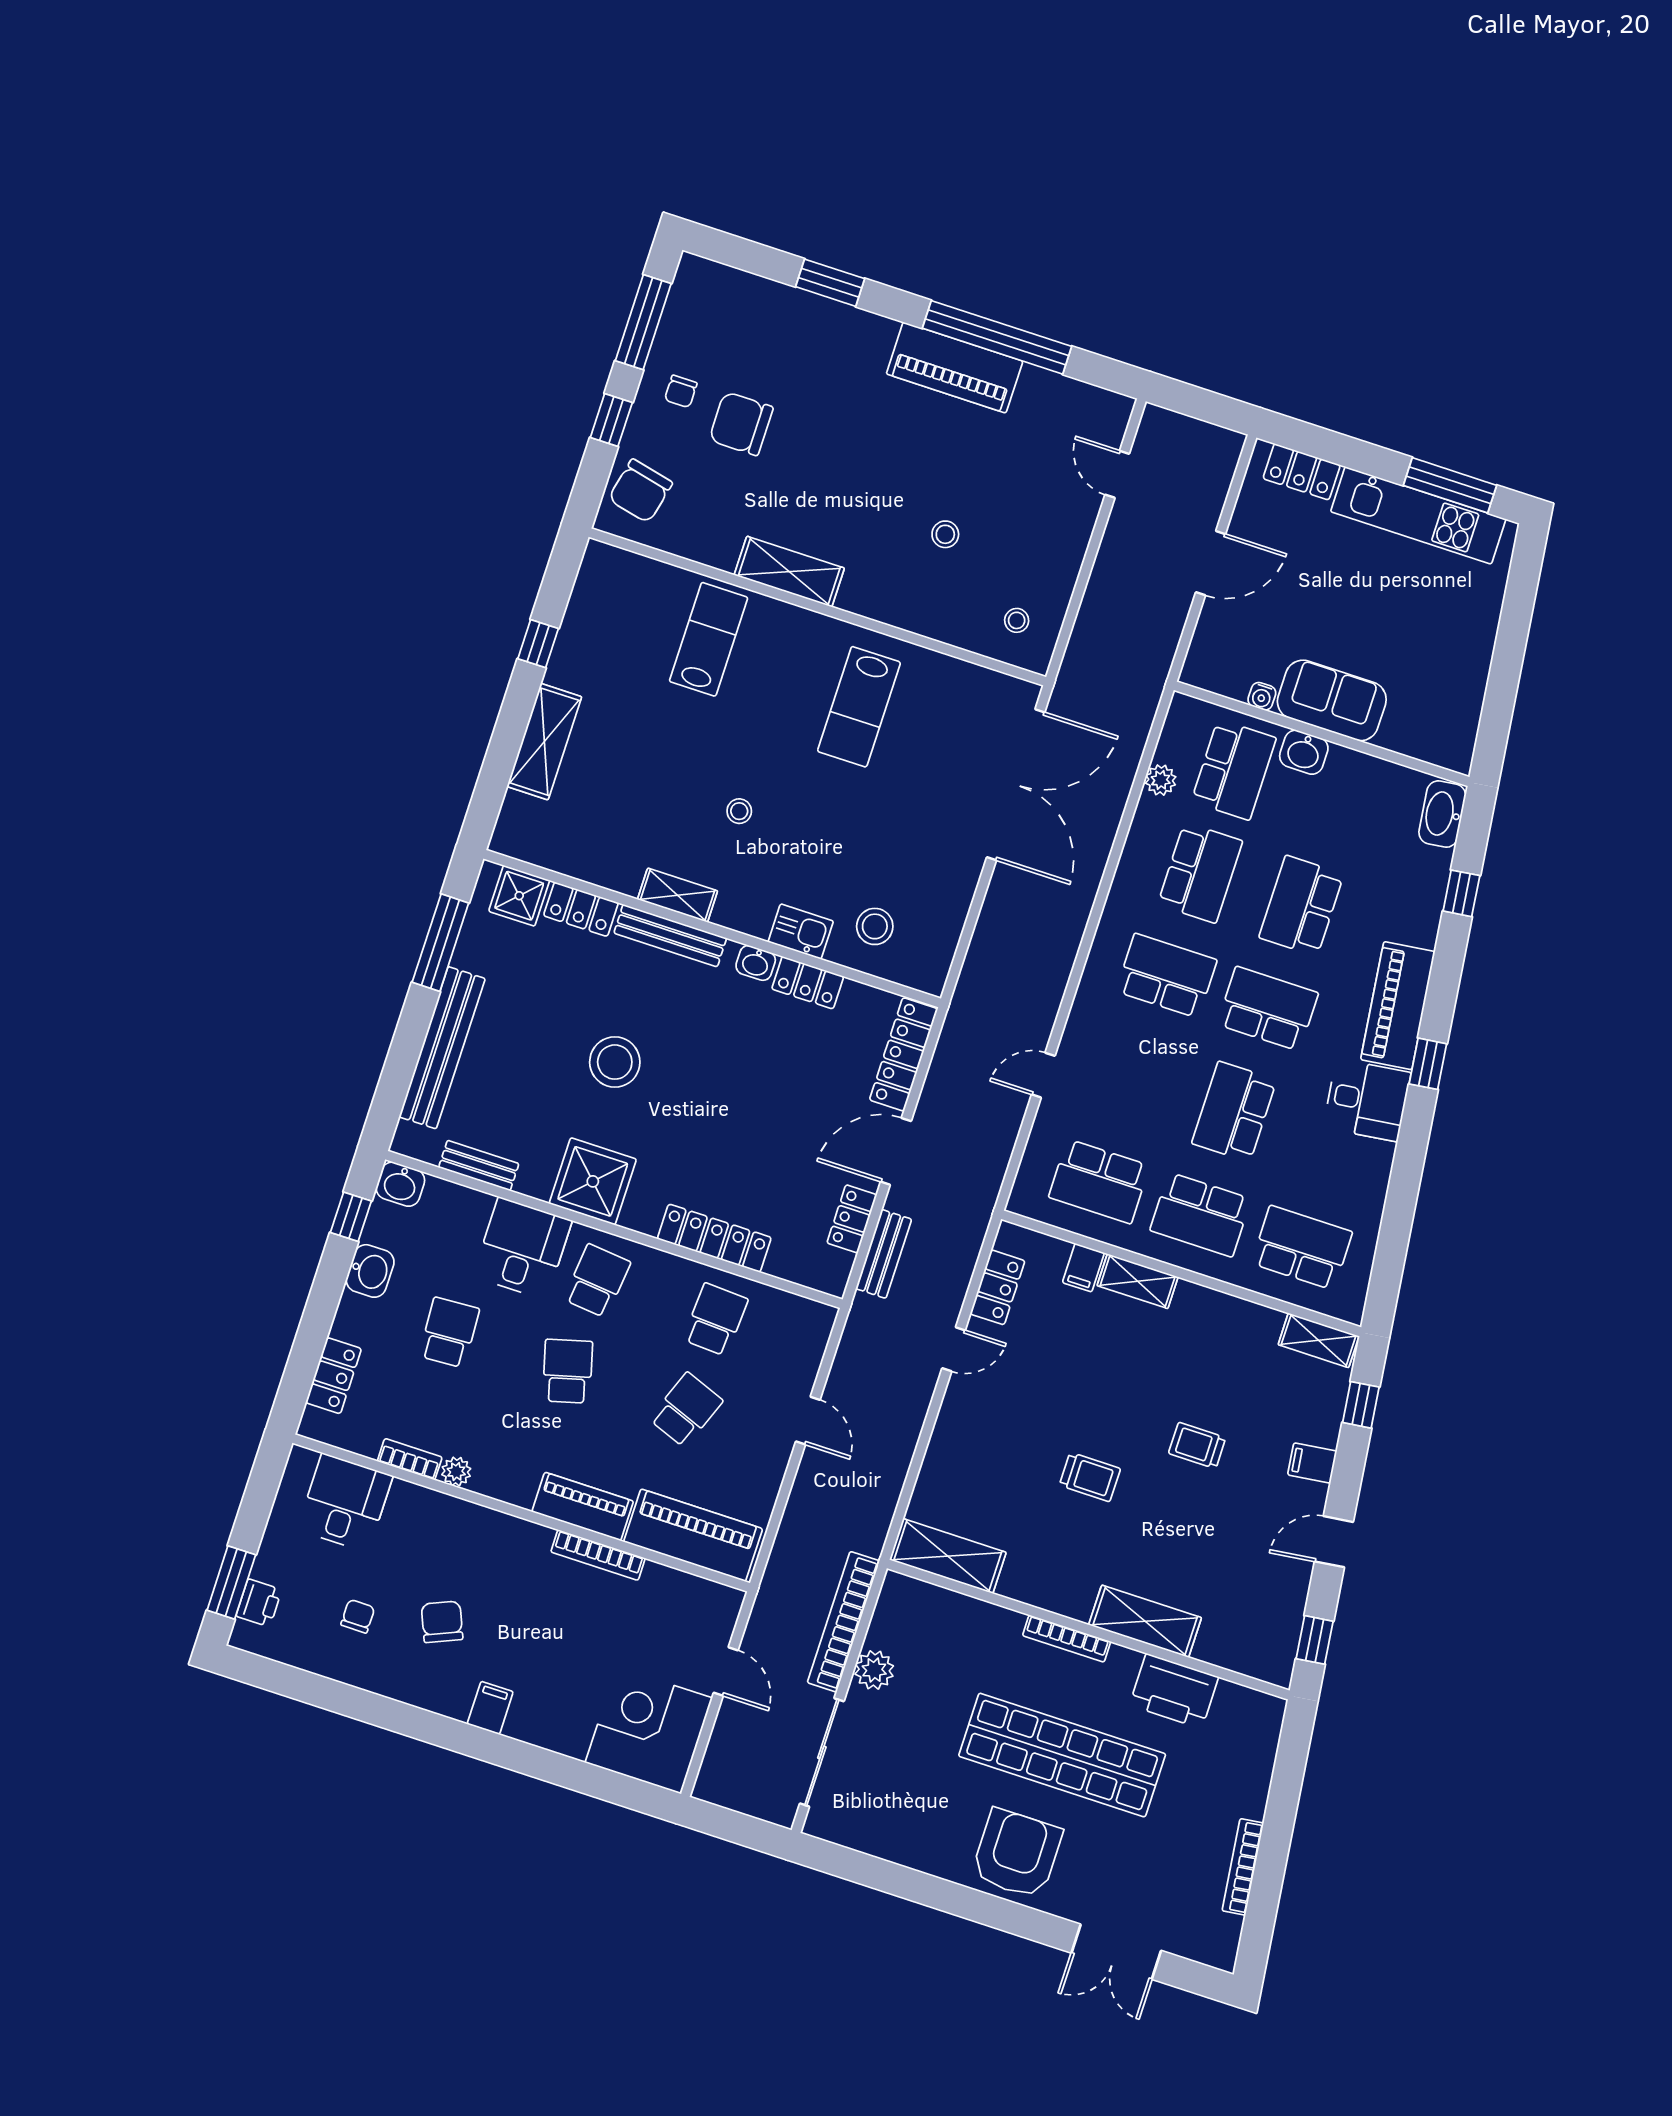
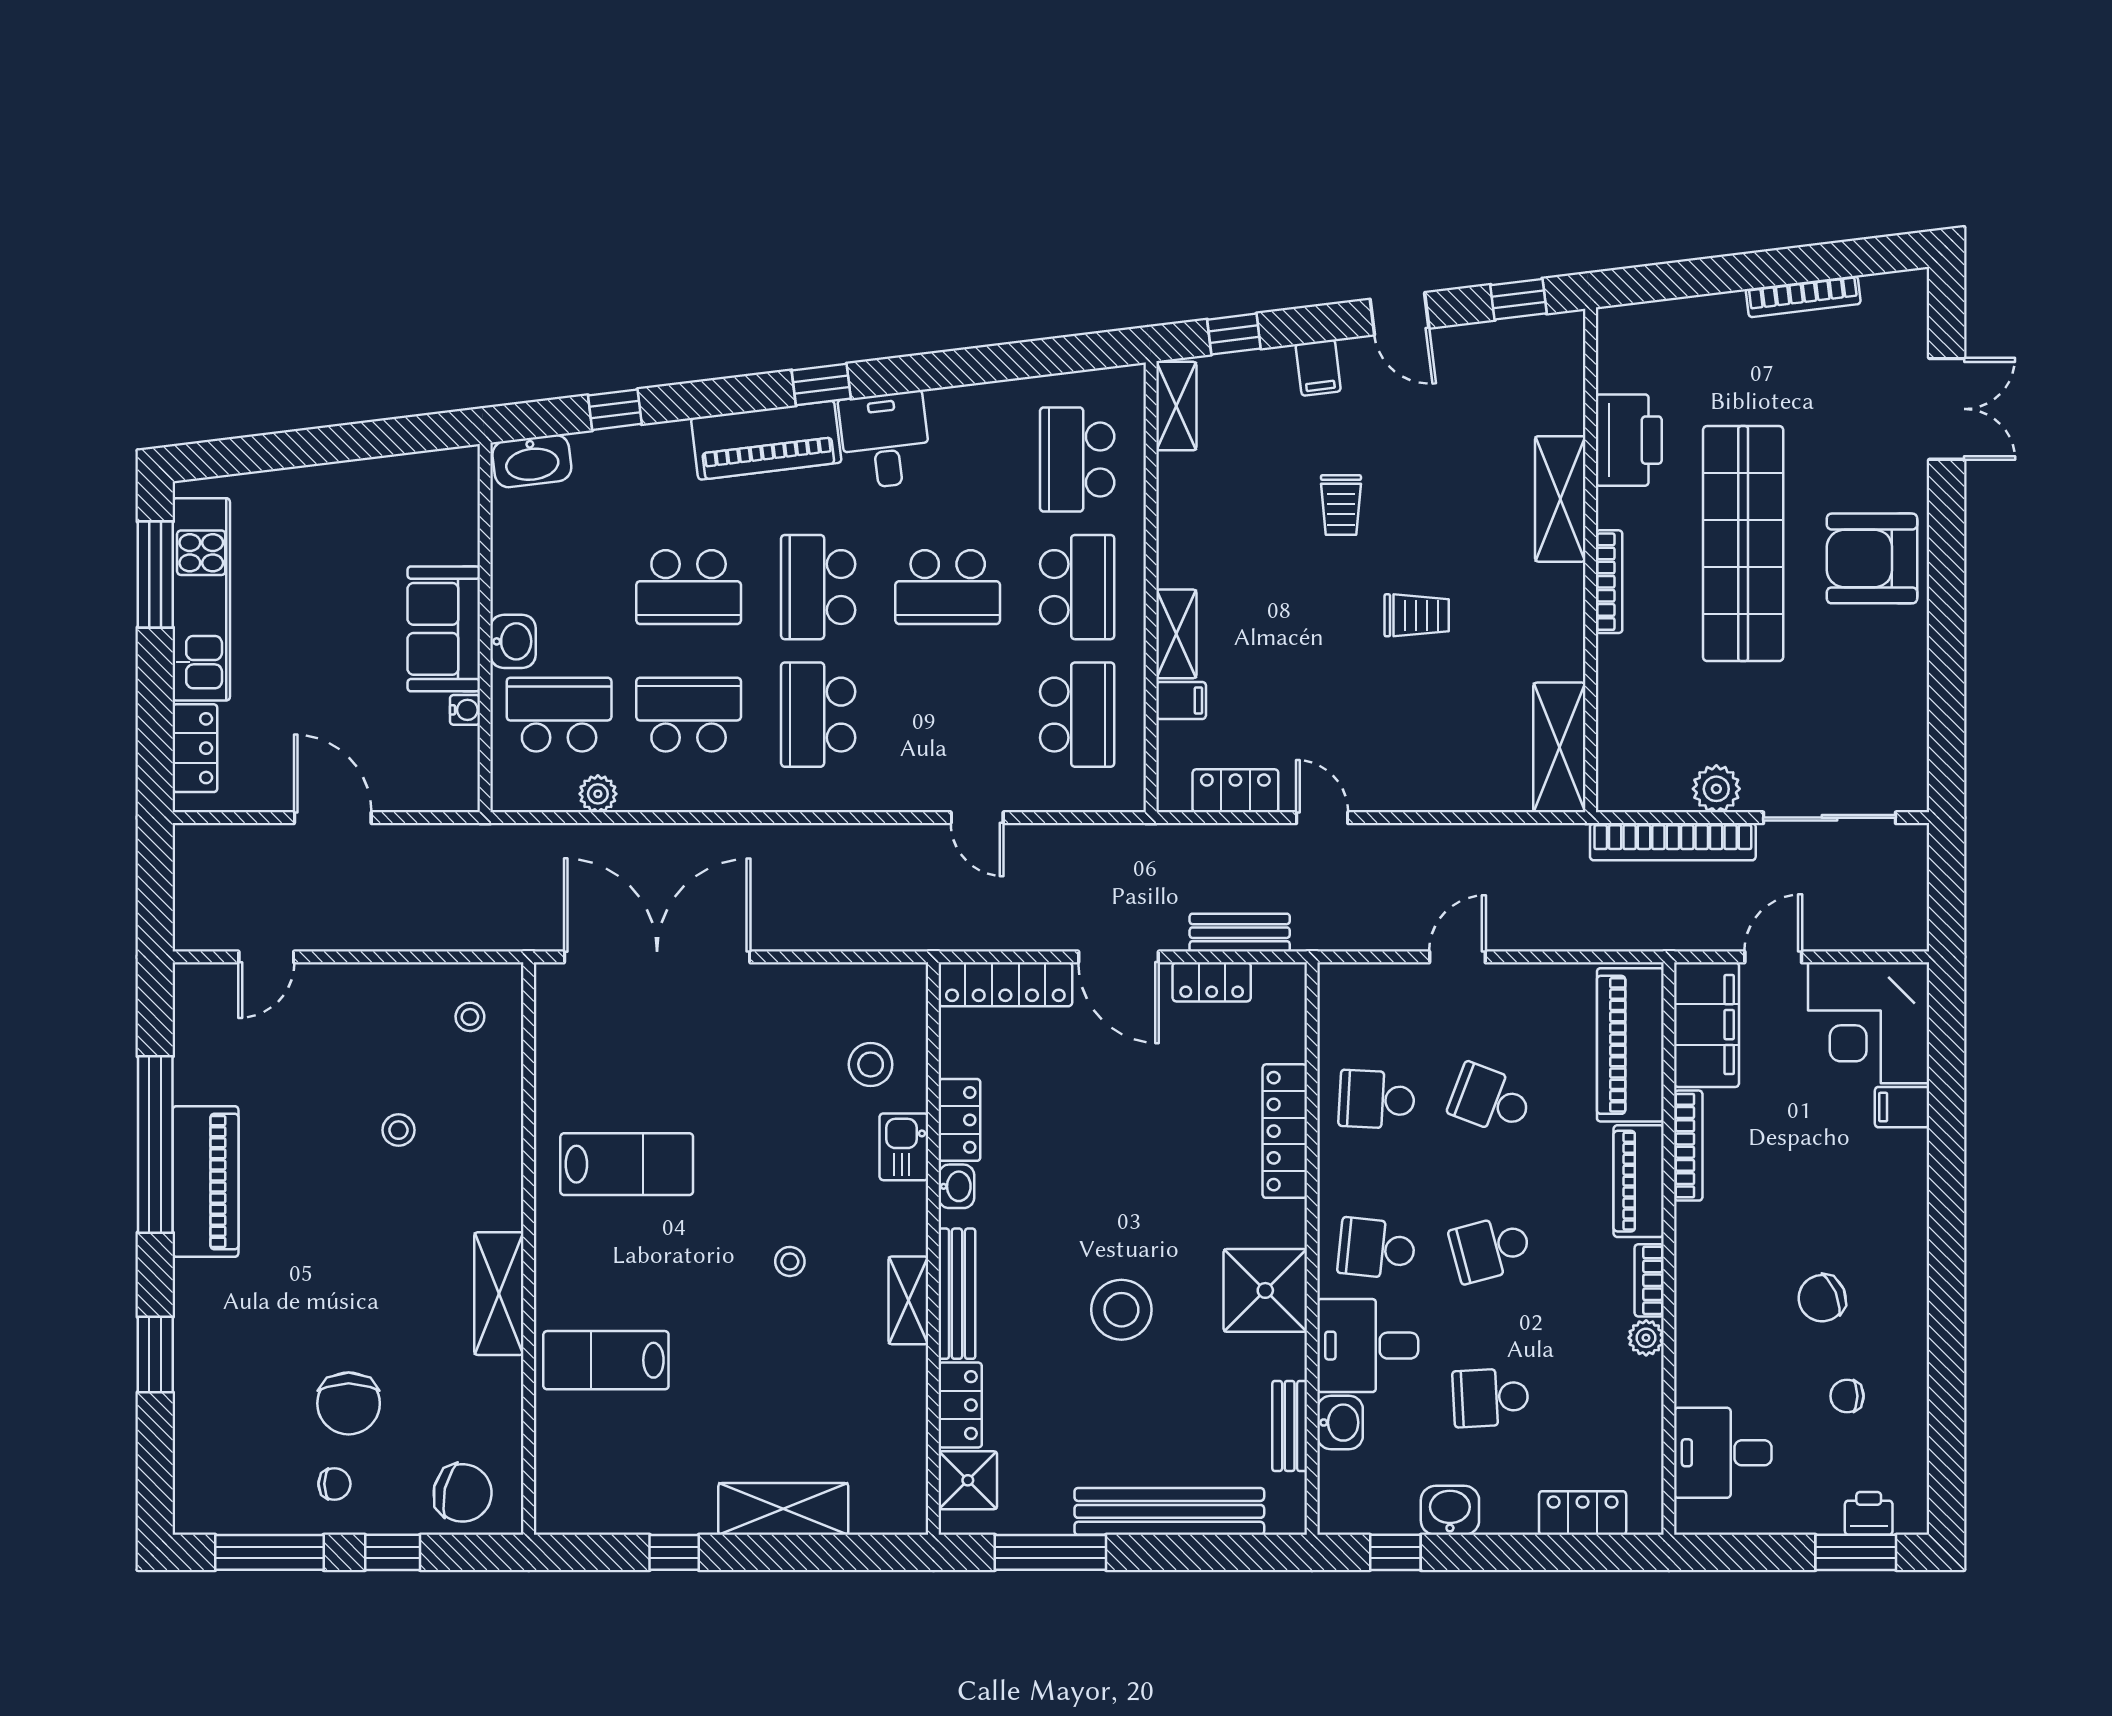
washbasin: (400, 1184) -> (1340, 1423), moved
bookcase: (410, 1459) -> (1649, 1280), moved
trolley: (1090, 1477) -> (1417, 615), turned 90
filing cabinet: (689, 1601) -> (1707, 1025), added
filing cabinet: (490, 1708) -> (1902, 1107), moved

